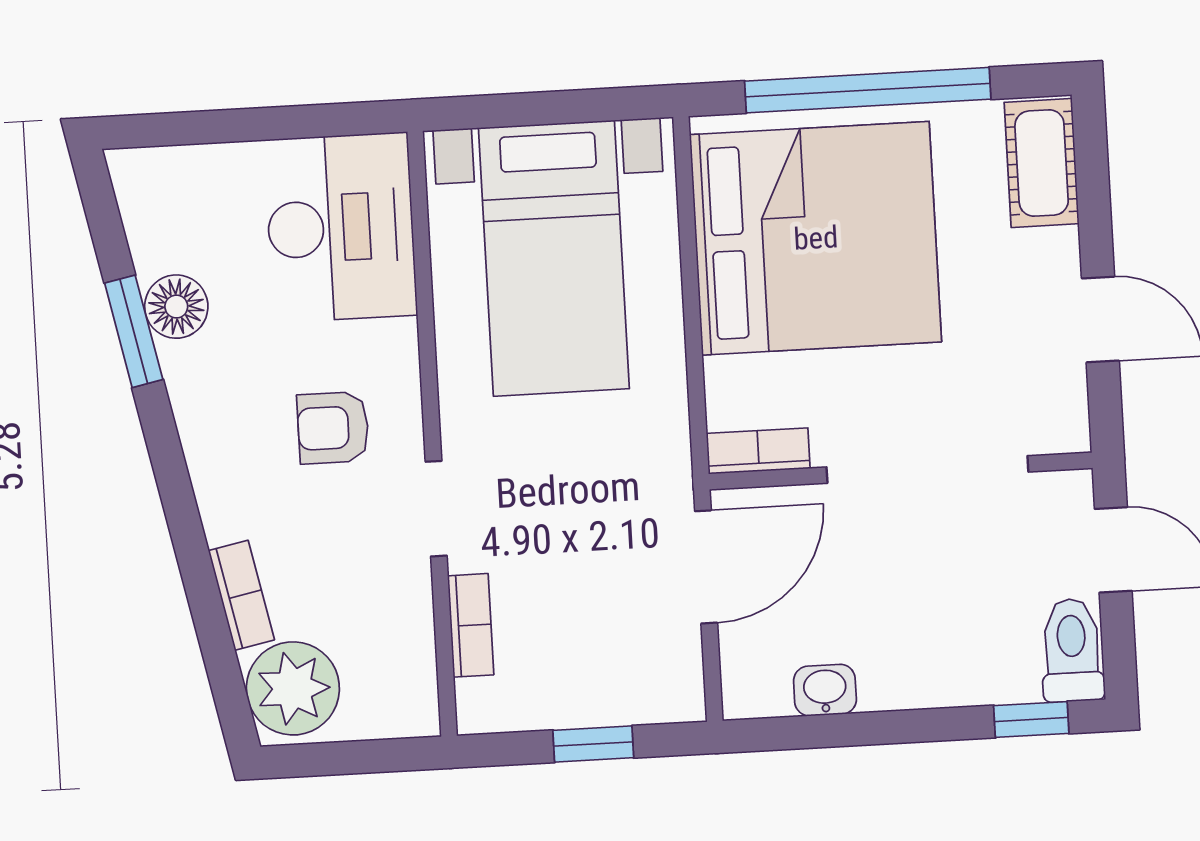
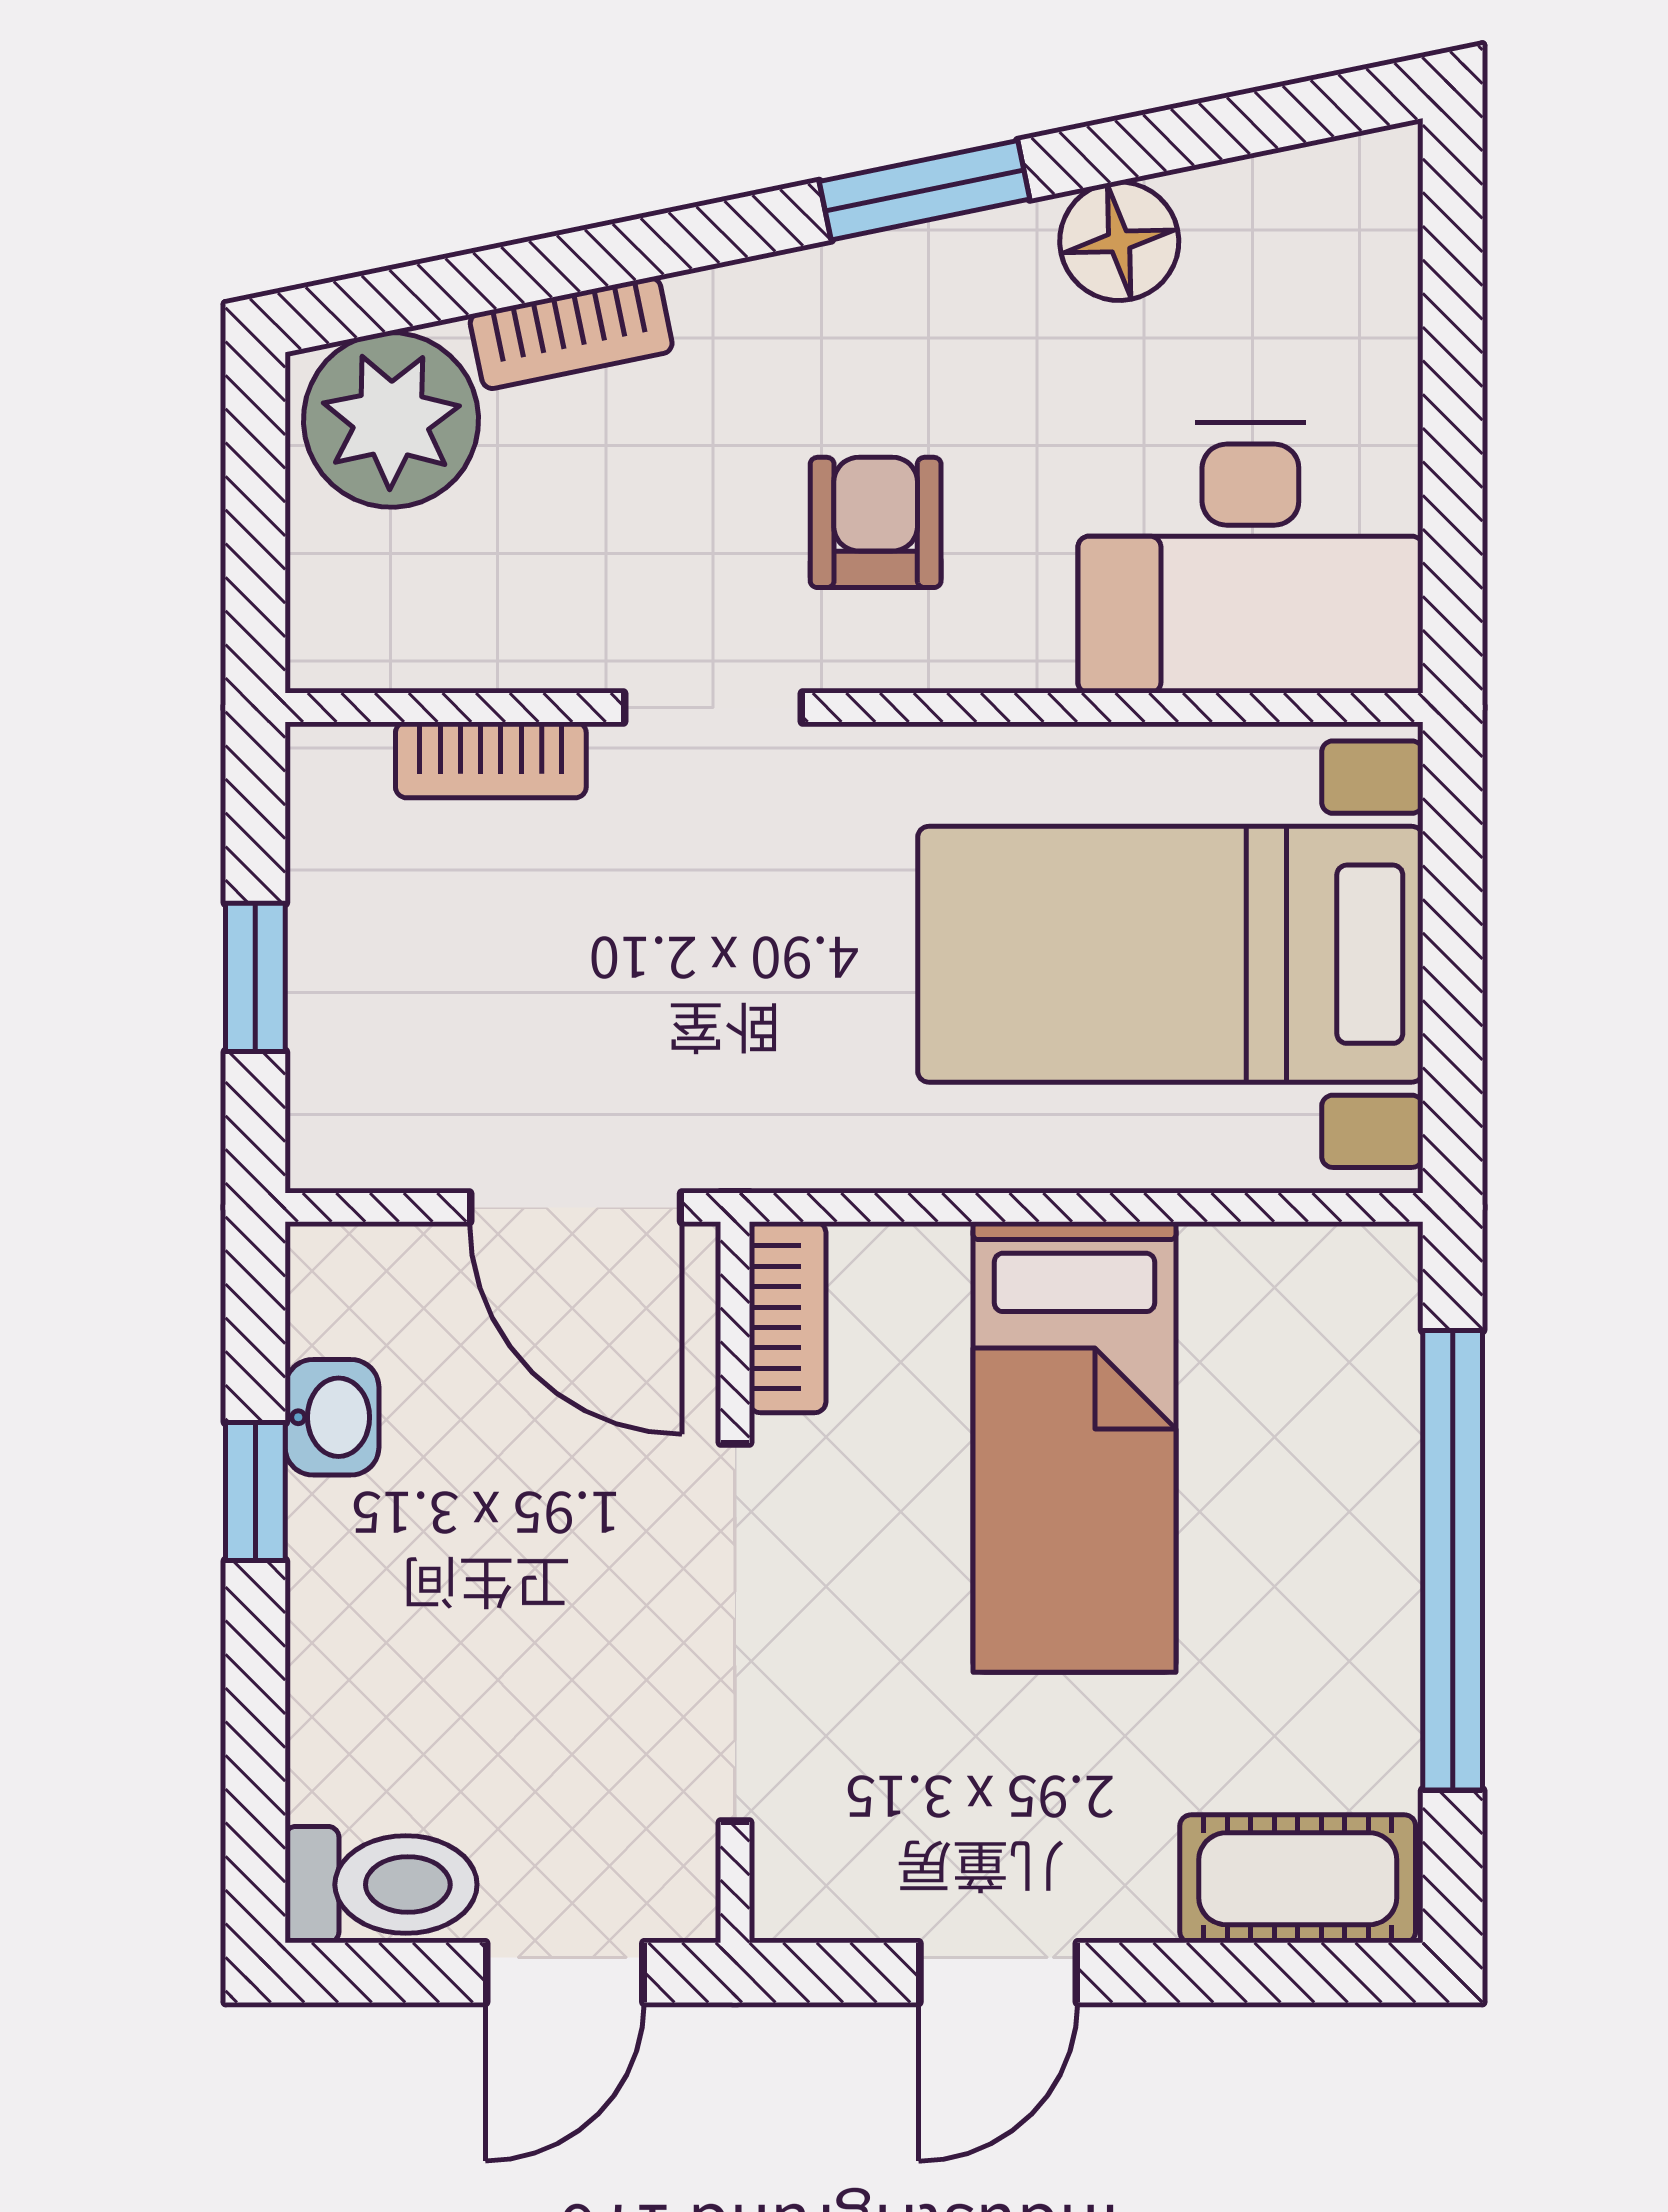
bed: (816, 238) -> (1074, 1447), width x0.49
window: (134, 331) -> (925, 190), moved
window: (1031, 720) -> (255, 1492), moved

